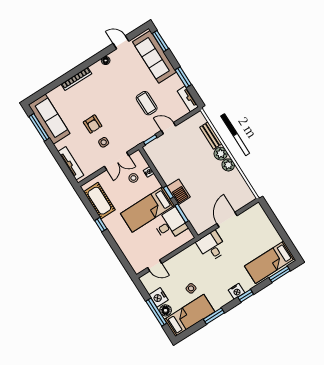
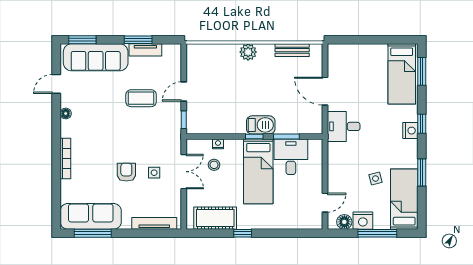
tv unit: (188, 99) -> (145, 50), moved
armchair: (93, 124) -> (126, 172), turned -90
bench: (211, 135) -> (292, 50), moved
plant: (228, 165) -> (266, 52), removed
floor lamp: (166, 310) -> (344, 222), moved

